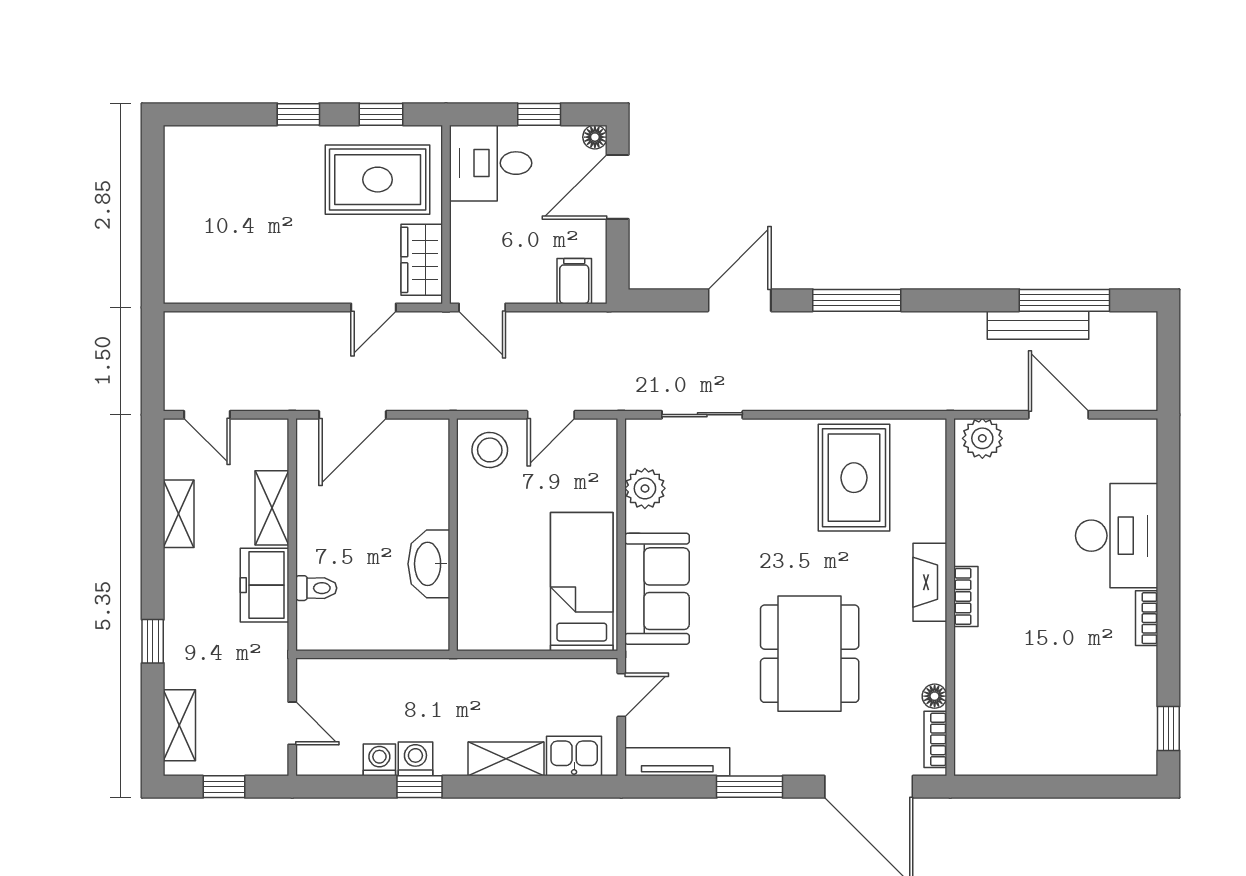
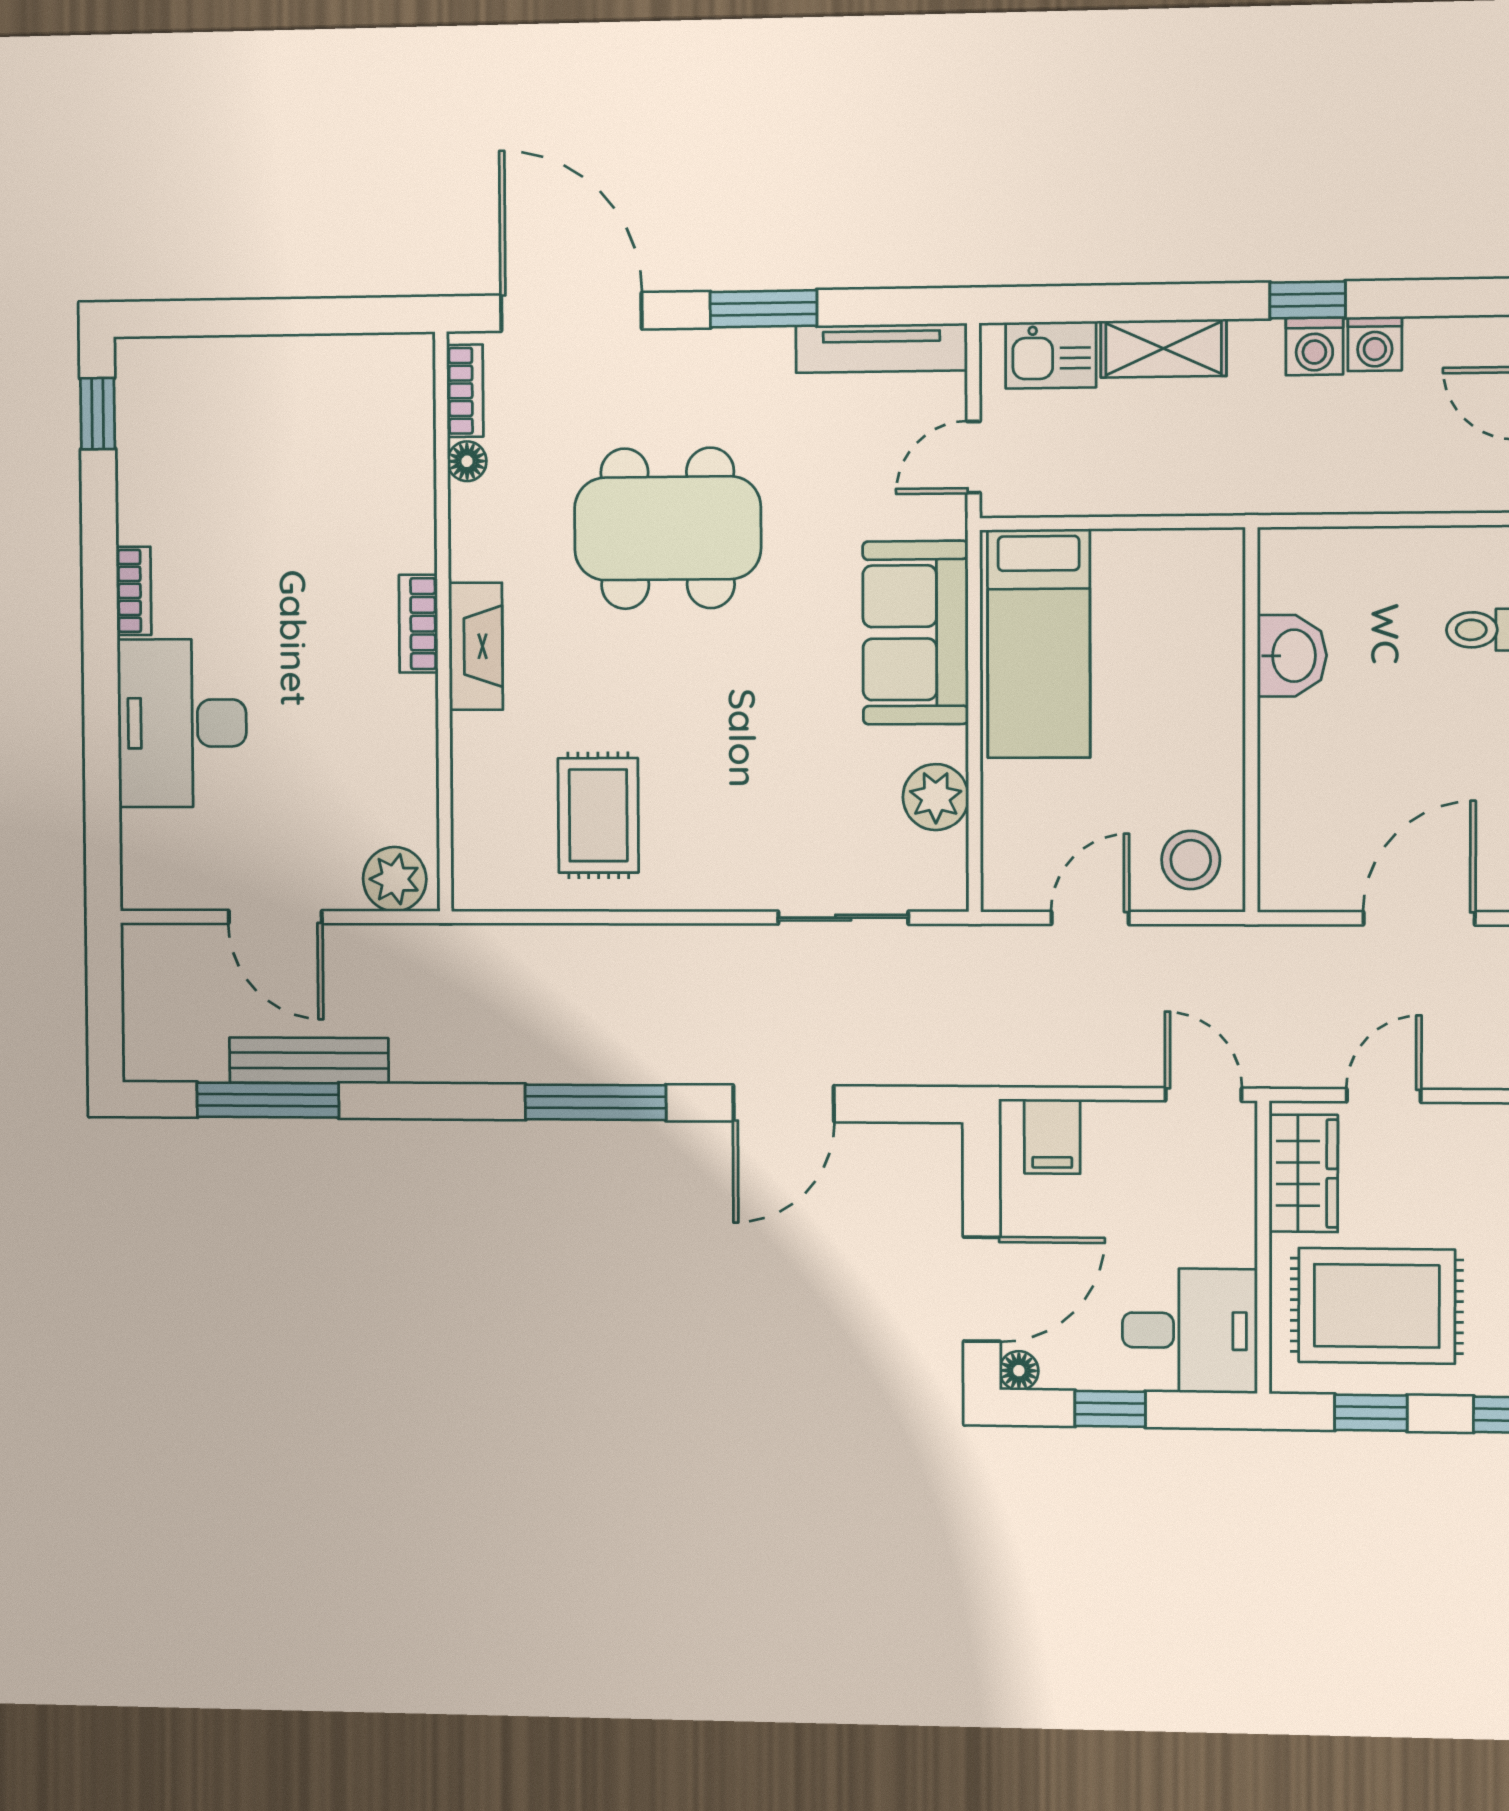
rug: (854, 478) -> (598, 815), width x0.73, depth x0.70
washbasin: (429, 564) -> (1292, 656), width x0.72
dining table: (810, 654) -> (668, 528), turned 90

